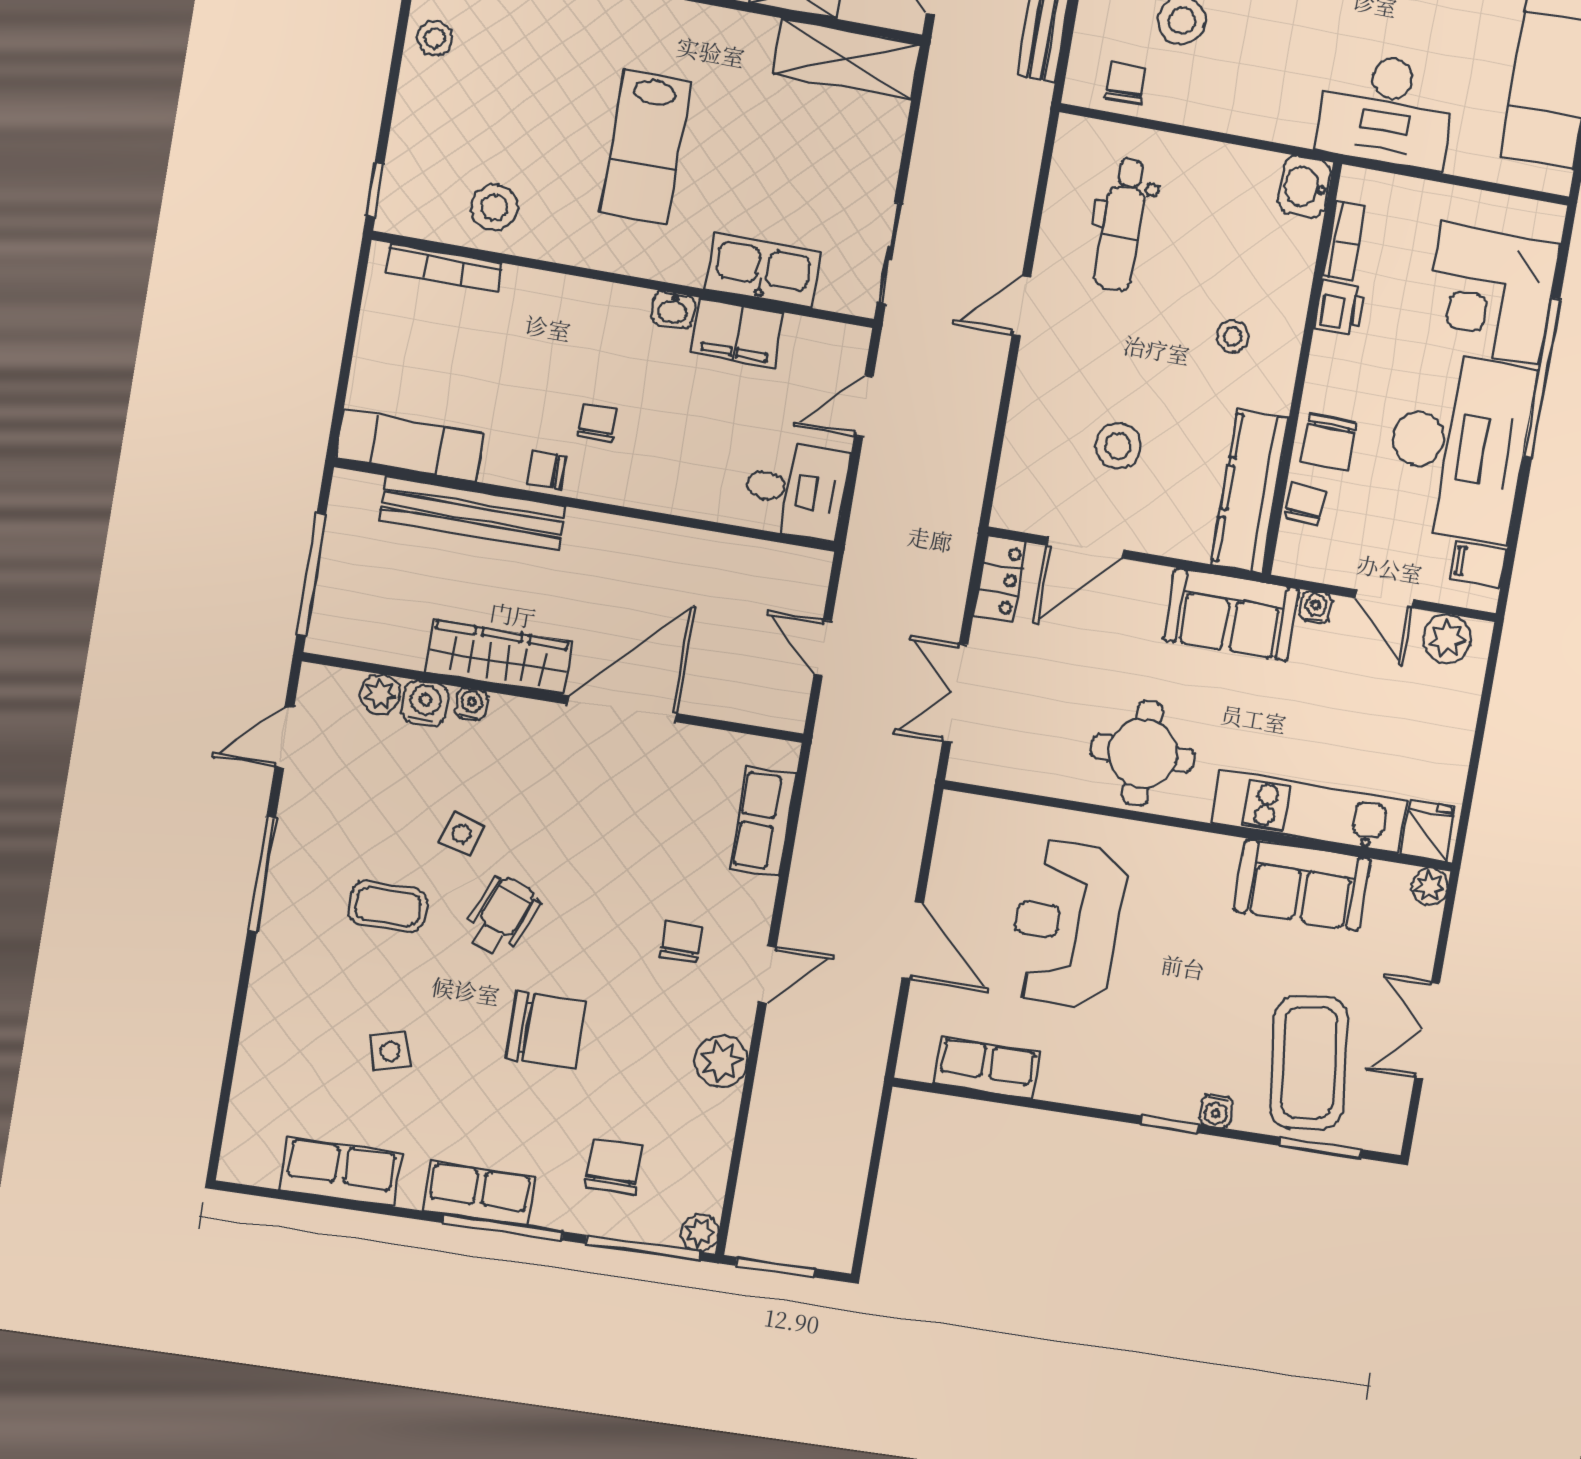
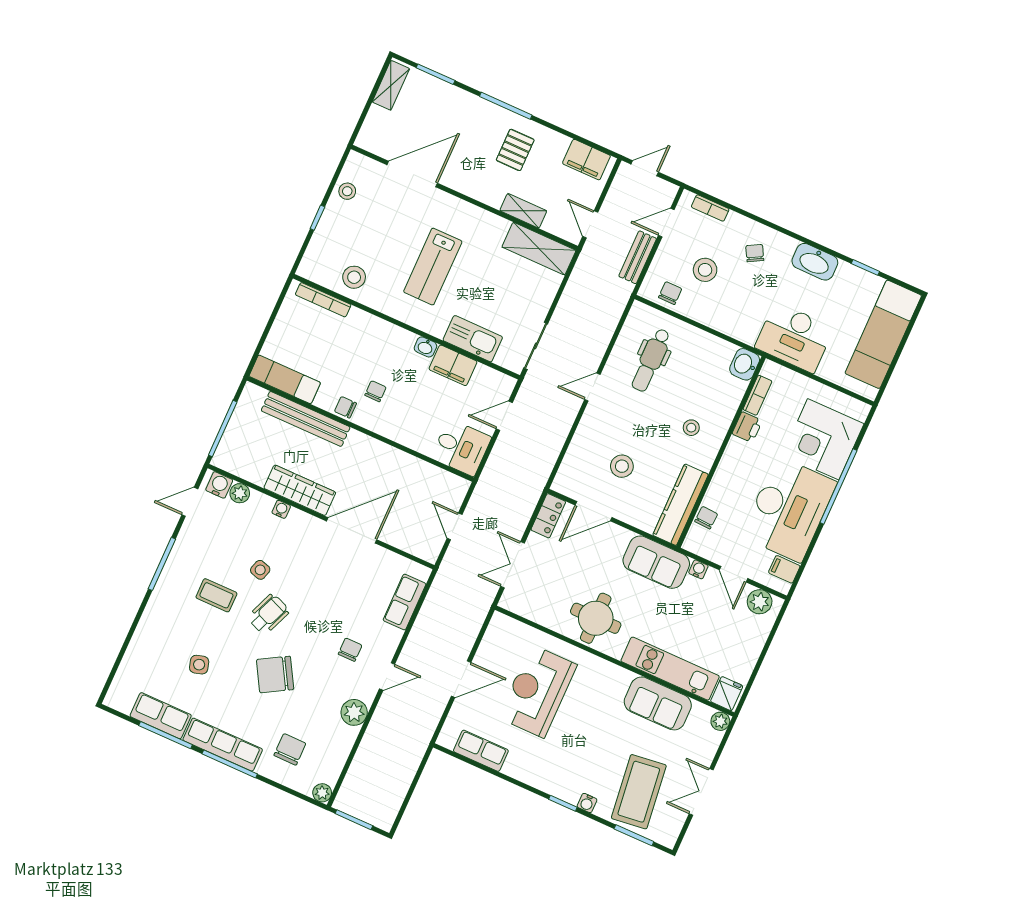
window: (375, 190) -> (317, 218), moved
chair: (1329, 442) -> (725, 491), removed
water cooler: (425, 703) -> (219, 485), moved
door: (913, 941) -> (461, 679), hinge flipped
chair: (546, 1030) -> (275, 675), turned 150
row of seats: (479, 1194) -> (223, 745), width x1.48
window: (643, 1248) -> (166, 735), moved

